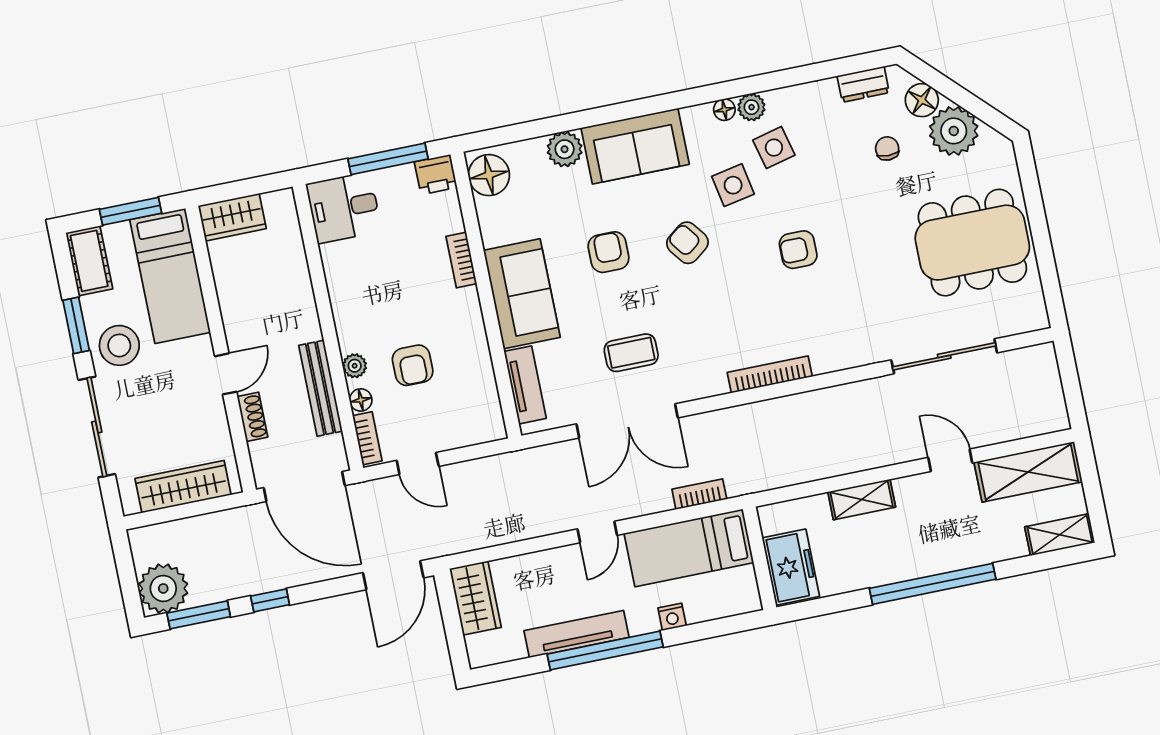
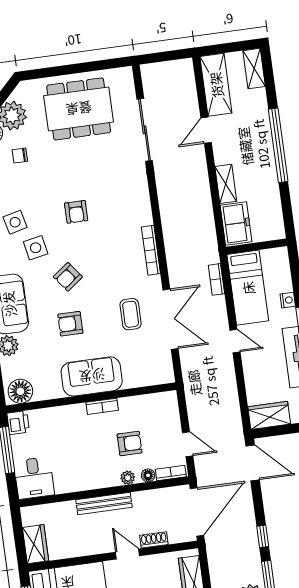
dining table: (972, 243) -> (79, 109), turned 90
bookcase: (461, 260) -> (102, 406), moved
bookcase: (770, 374) -> (151, 250), moved
tv unit: (525, 385) -> (145, 378), removed
bench: (321, 388) -> (104, 503), moved
door: (418, 463) -> (188, 444), hinge flipped
freezer: (791, 567) -> (236, 223), moved, turned 90

